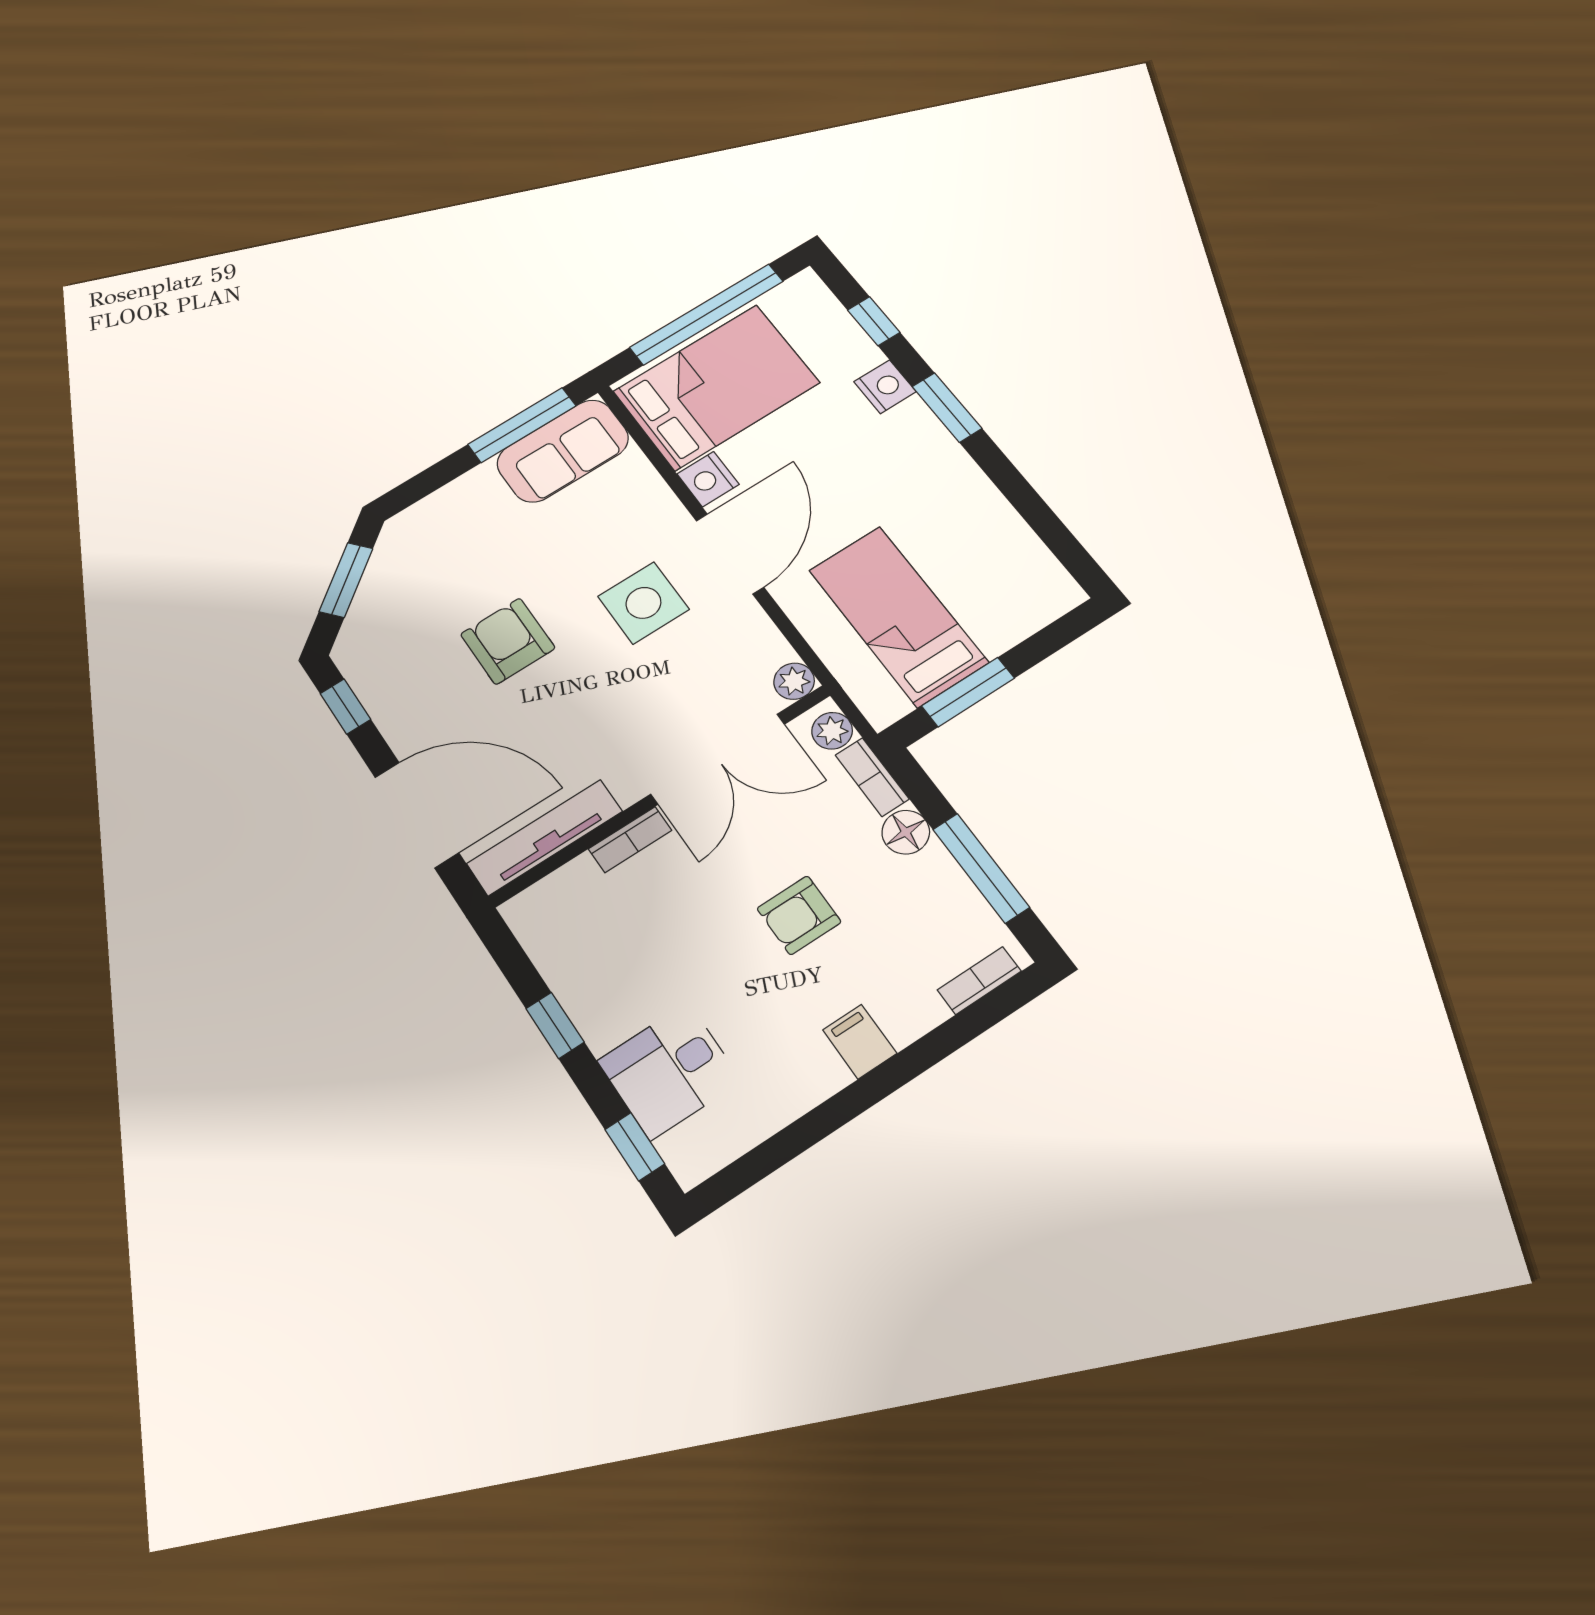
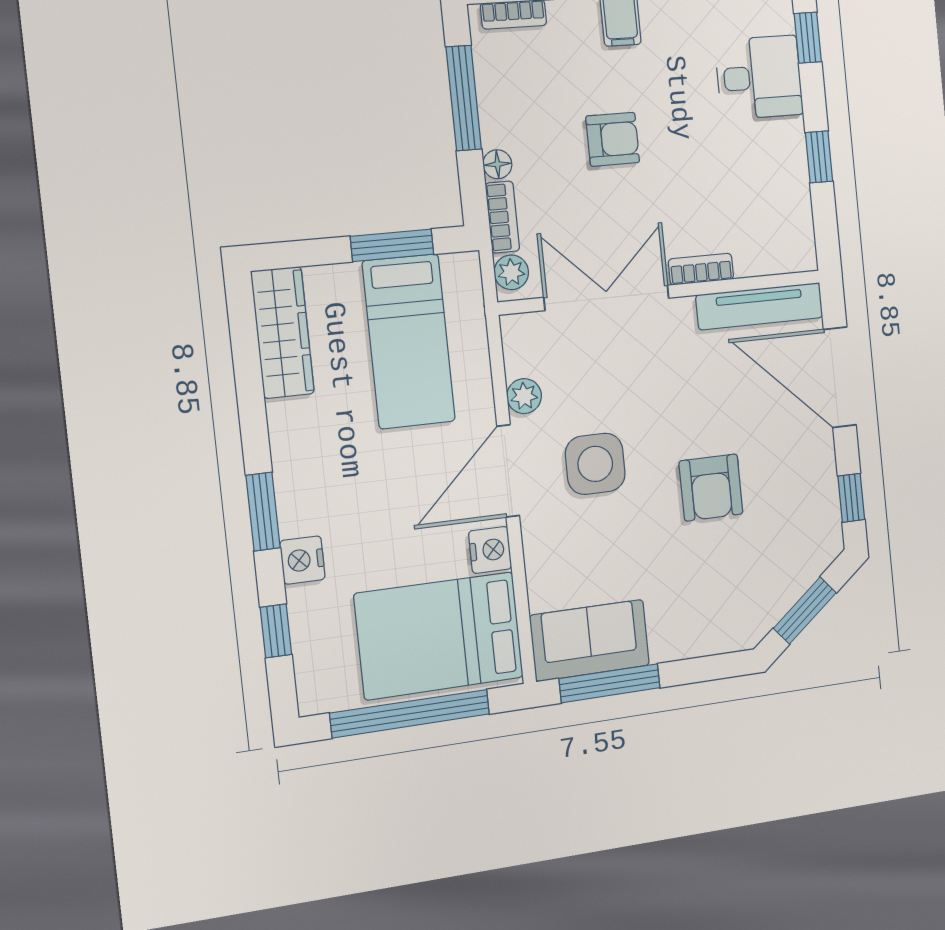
wardrobe: (1026, 562) -> (282, 332), added
plant: (794, 681) -> (524, 396), moved
floor lamp: (906, 832) -> (497, 164), width x0.73, depth x0.73

